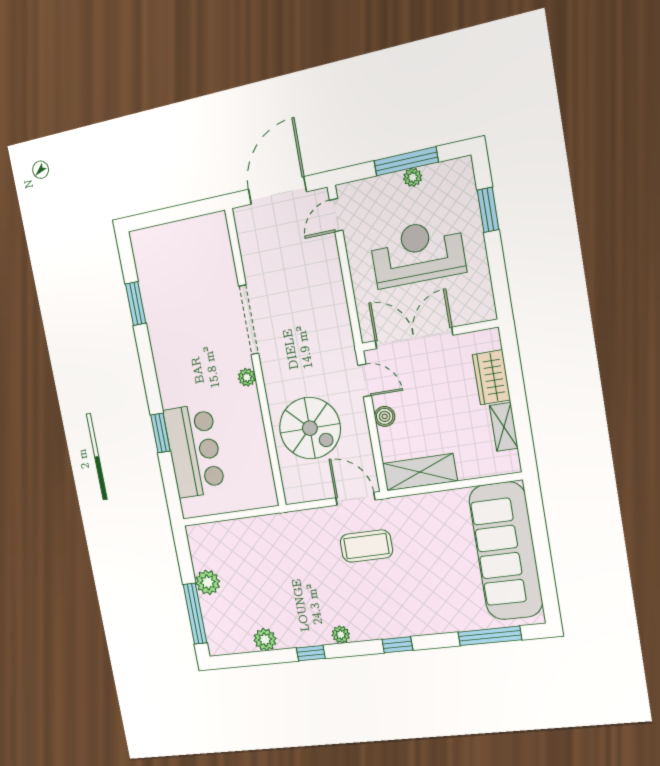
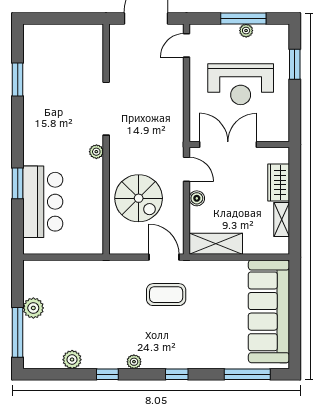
reception desk: (417, 253) -> (241, 84), turned 180

